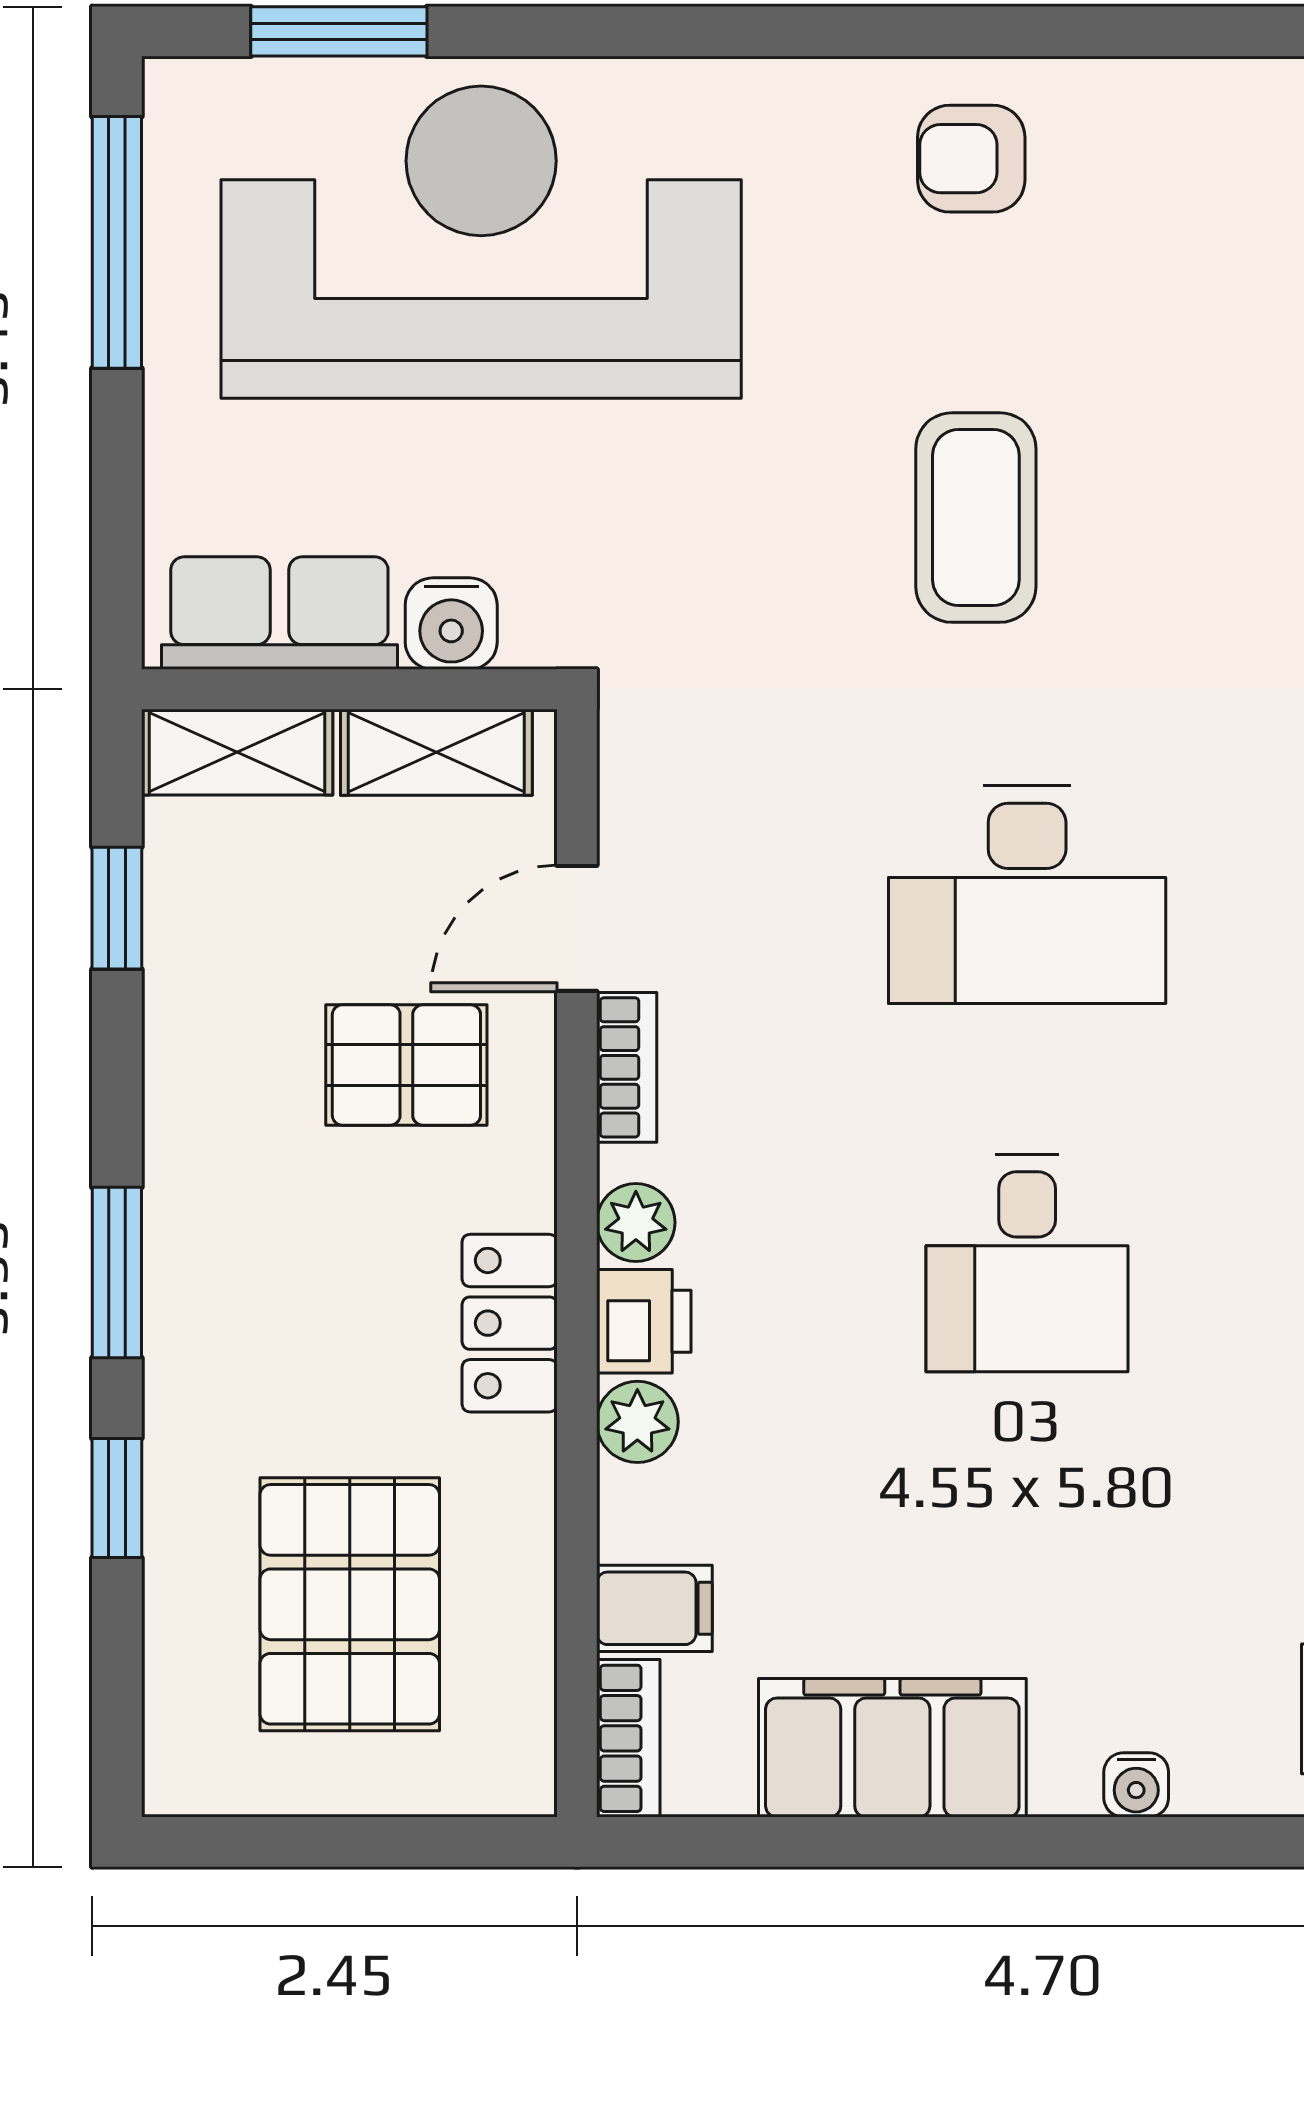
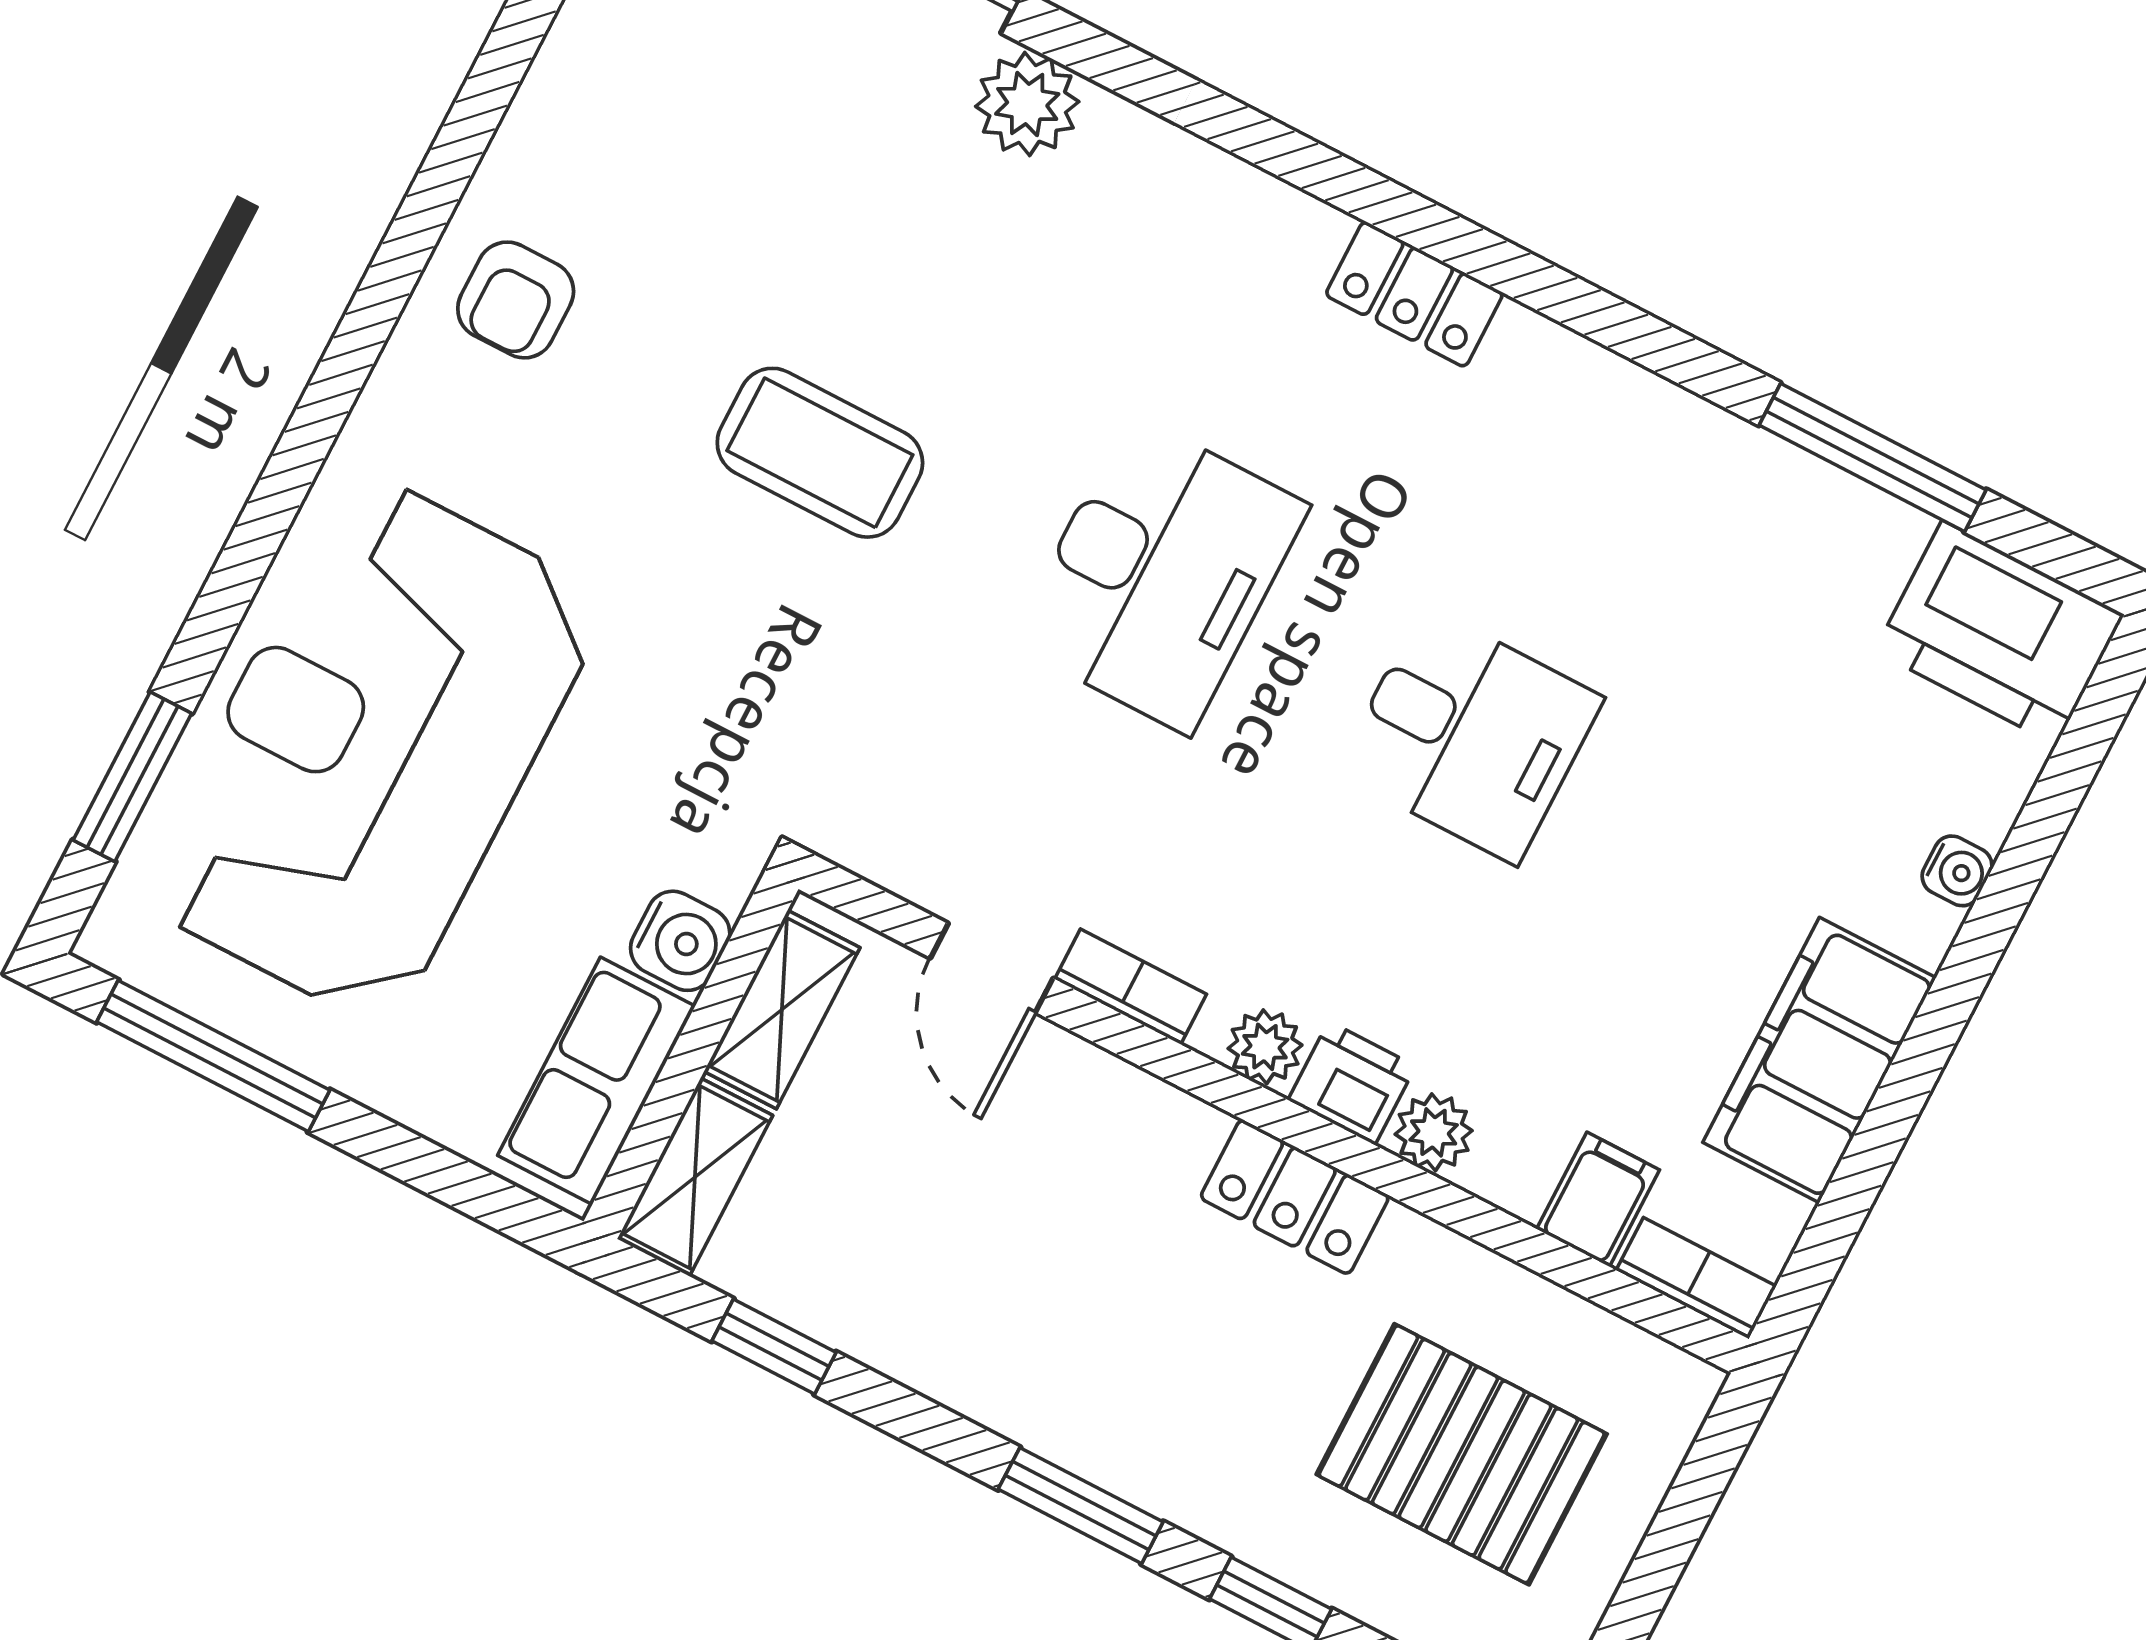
pallet: (406, 1065) -> (1032, 1171), removed

